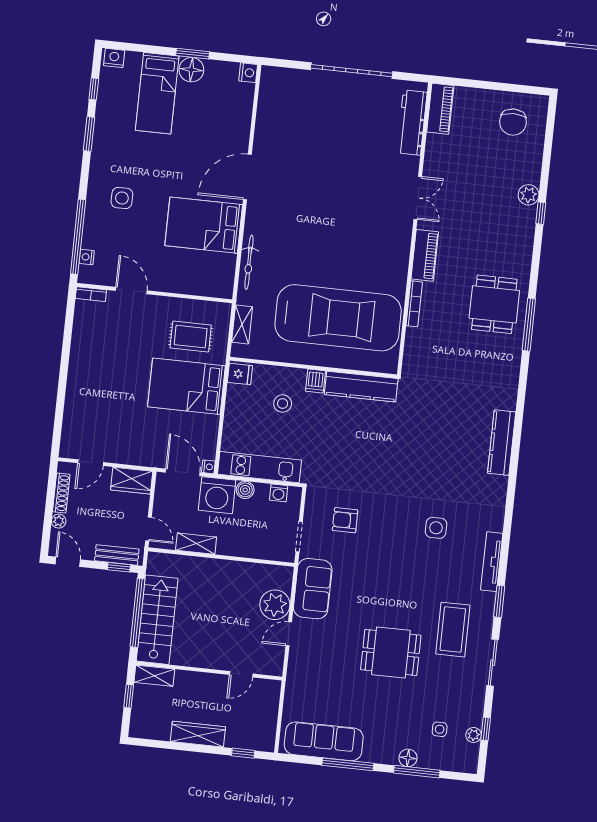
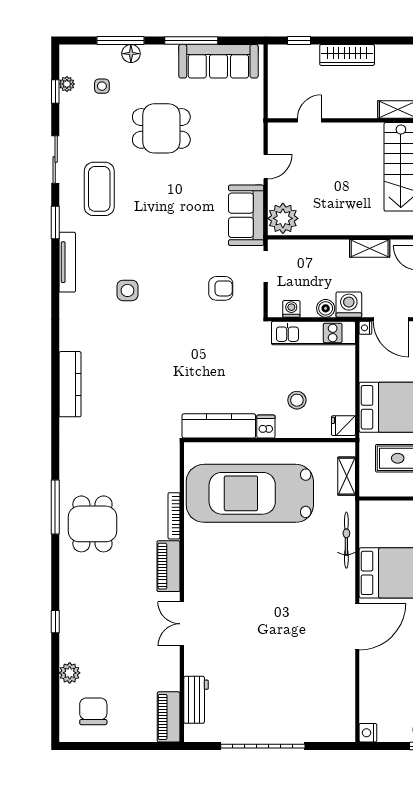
workbench: (412, 123) -> (196, 700), width x0.73
plant: (529, 195) -> (70, 673), moved
washing machine: (217, 495) -> (349, 305), width x0.73, depth x0.73
plant: (275, 605) -> (283, 218), moved
dining table: (391, 652) -> (161, 128), moved

